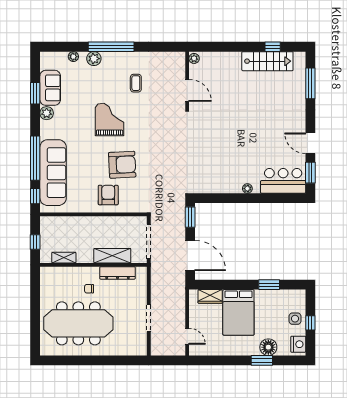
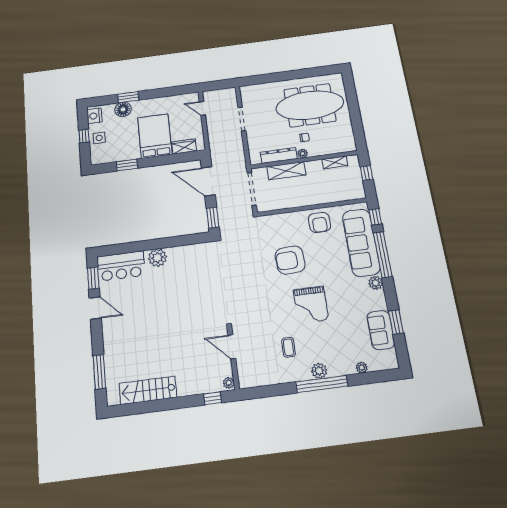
window: (273, 47) -> (212, 398), moved
plant: (94, 59) -> (319, 371), moved
plant: (47, 113) -> (376, 283), moved
plant: (247, 189) -> (157, 258), width x1.88, depth x1.88
armchair: (108, 195) -> (320, 222), moved
plant: (94, 272) -> (303, 153), added

